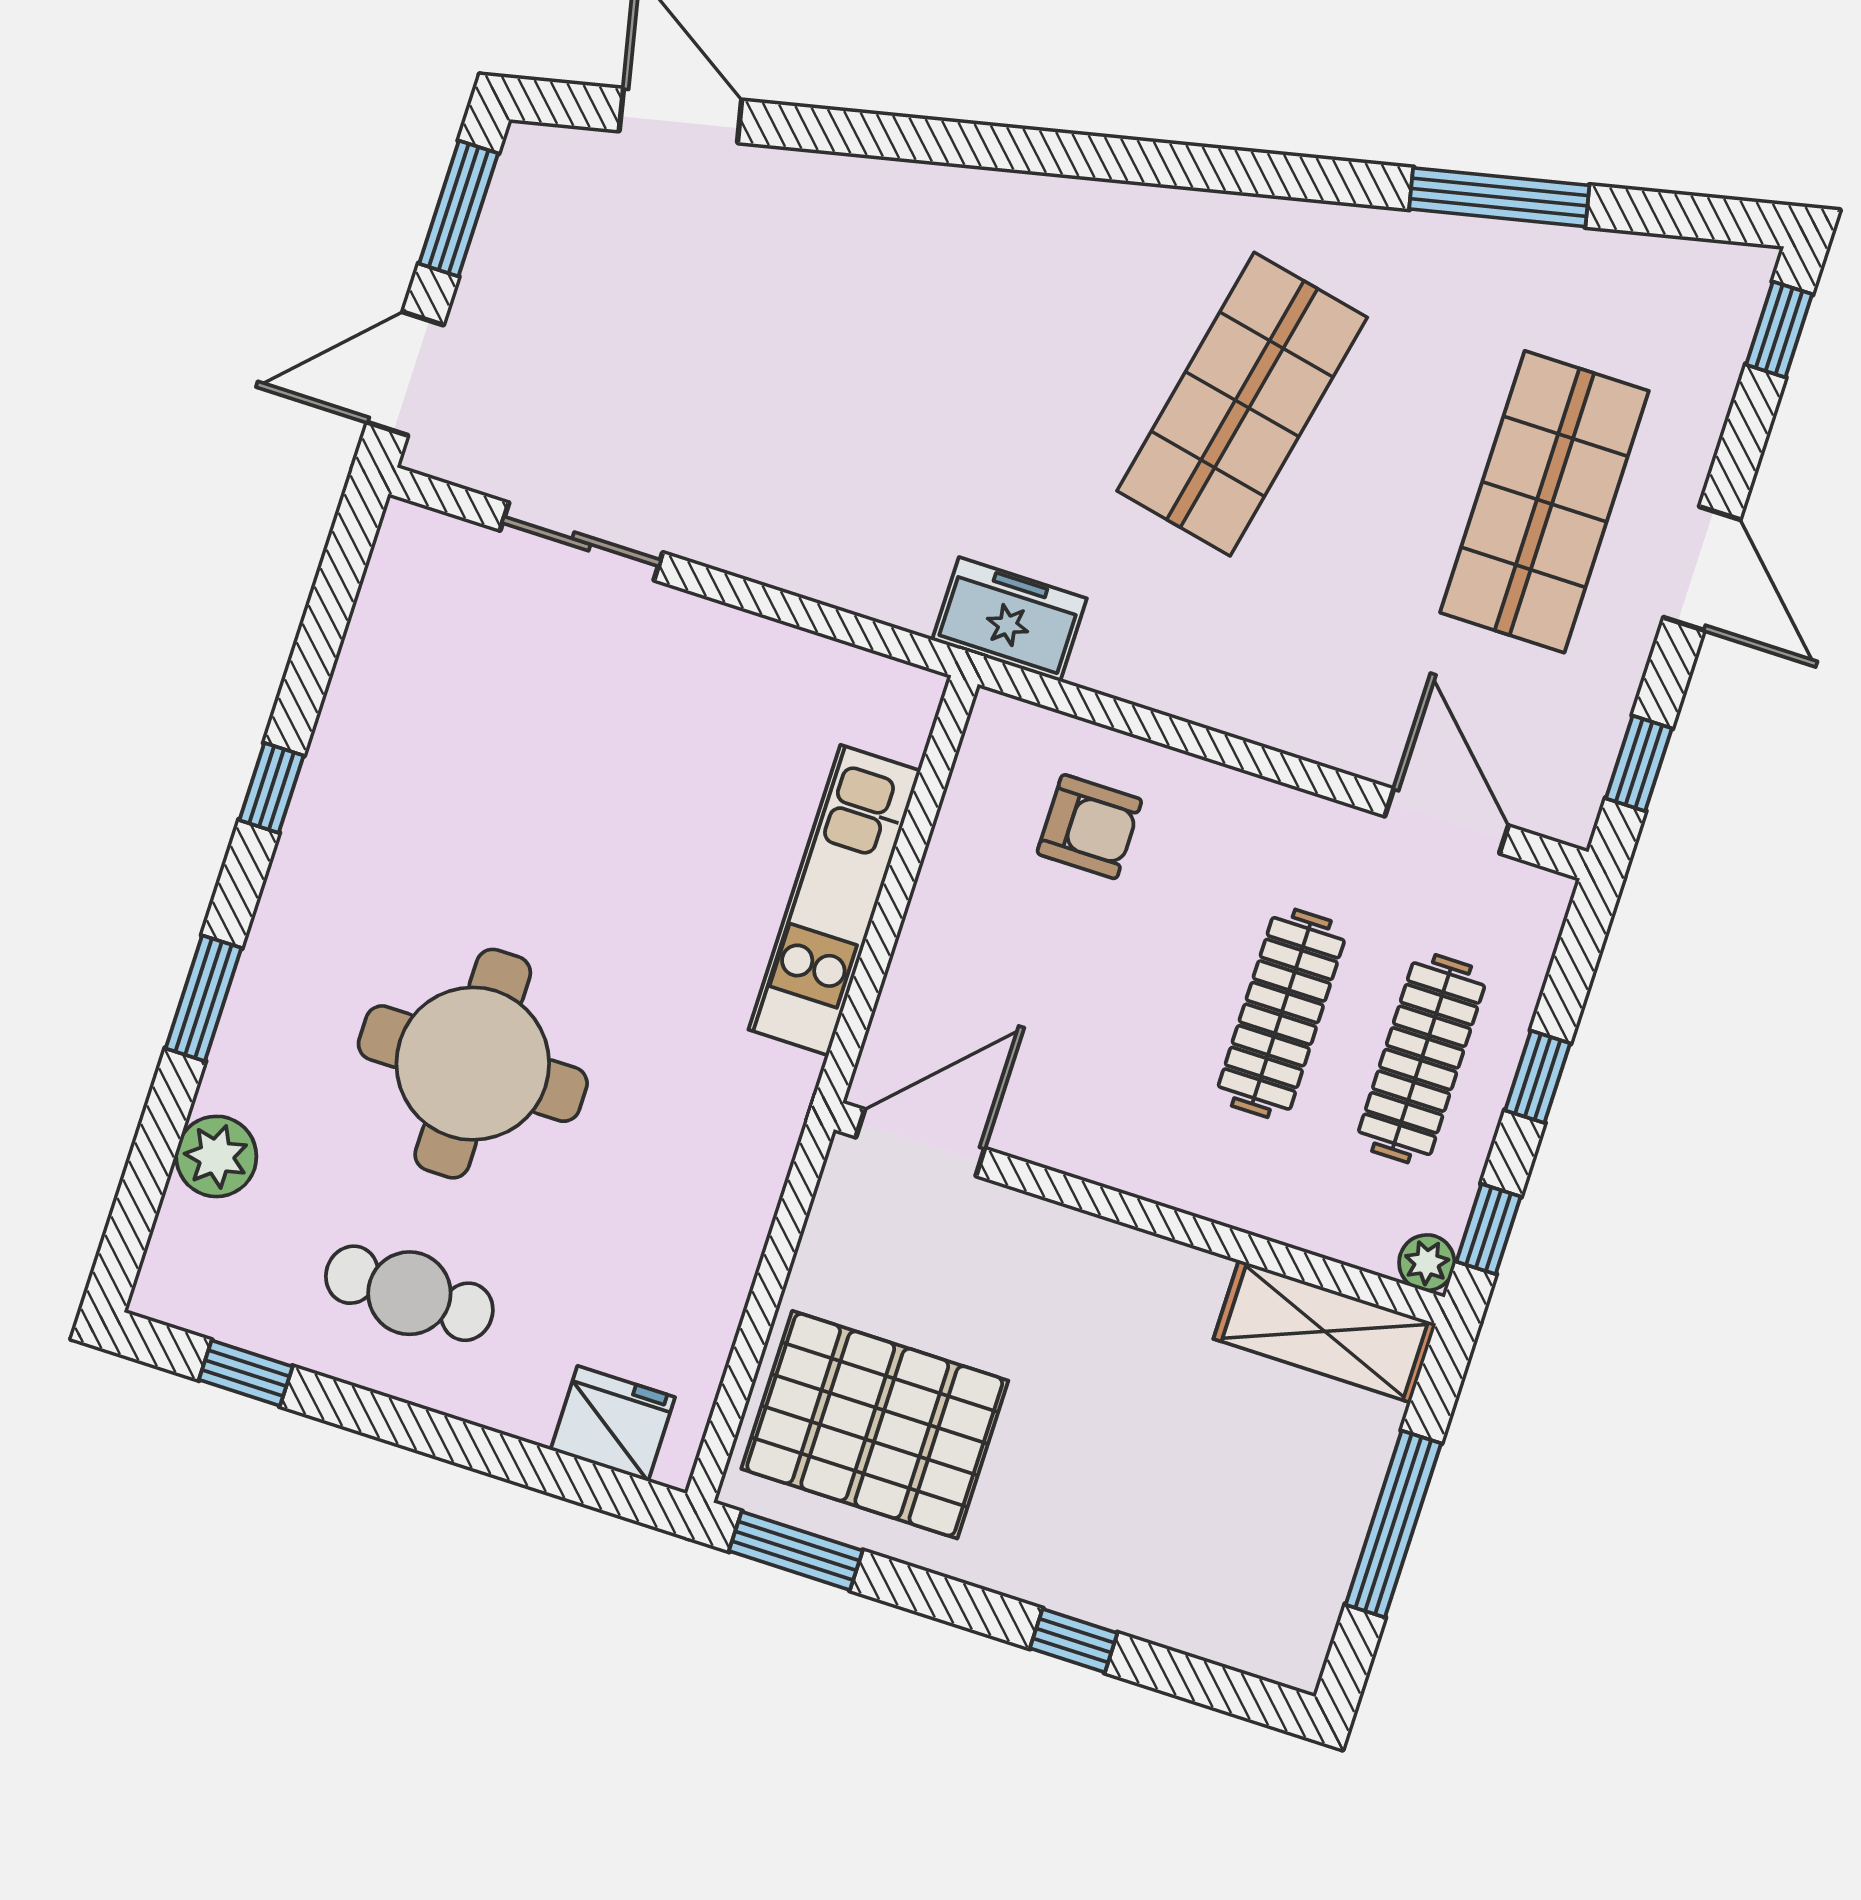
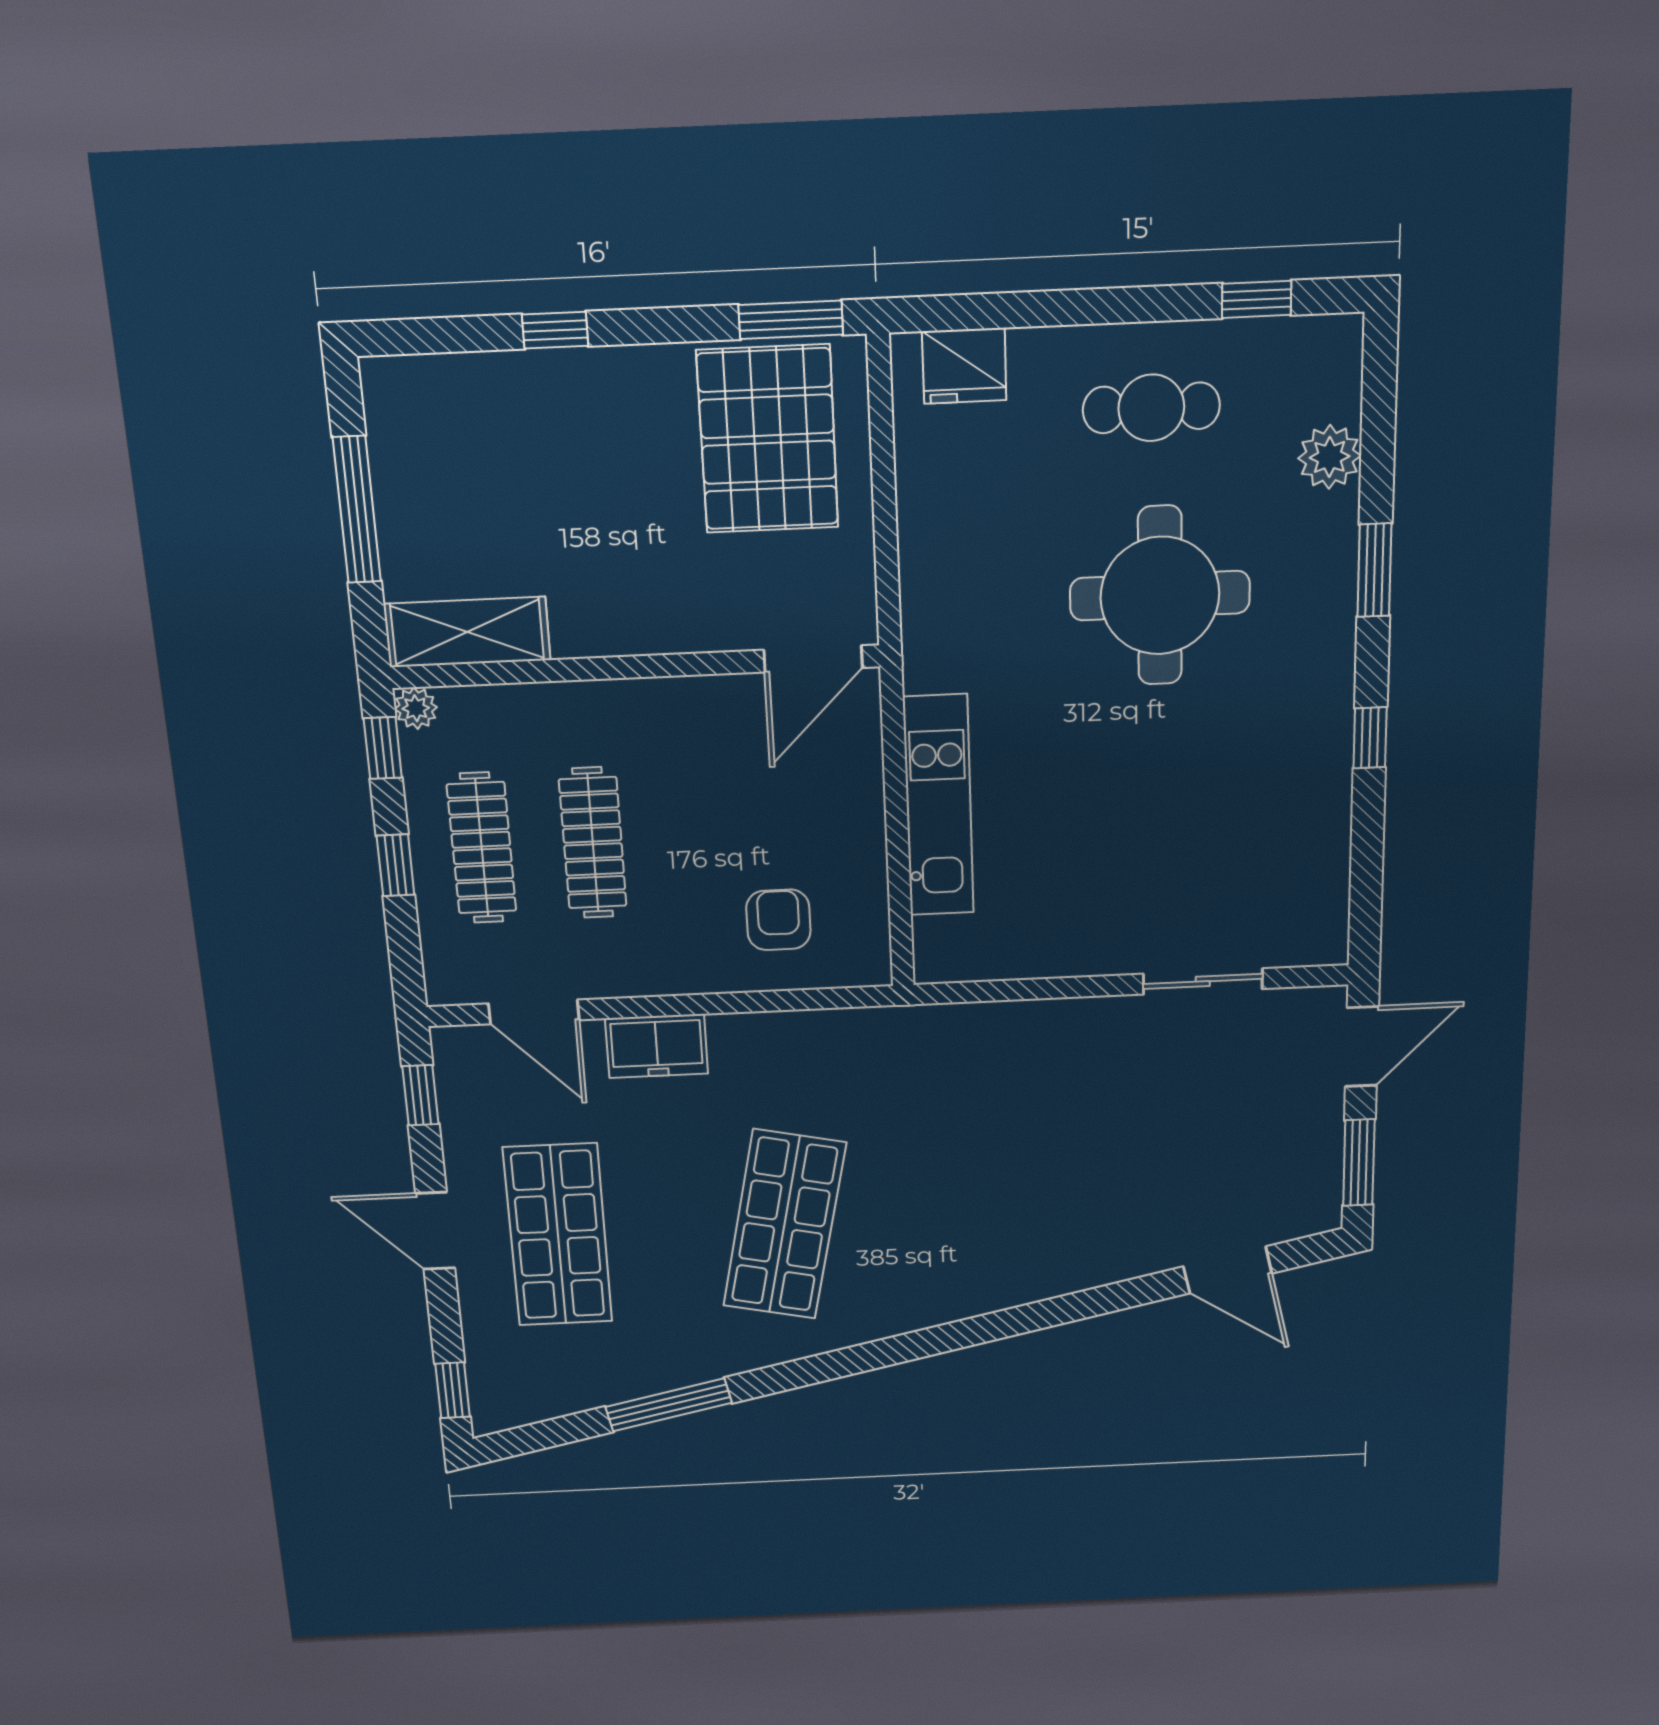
freezer: (1009, 619) -> (657, 1046), moved
armchair: (1089, 827) -> (778, 920), turned 90
pallet: (875, 1425) -> (768, 439), turned 90

